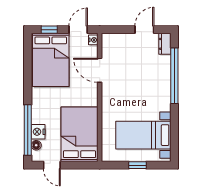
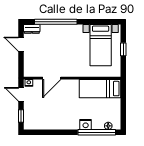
bed: (51, 60) -> (44, 115), removed
nightstand: (38, 132) -> (86, 124), moved
bed: (79, 134) -> (100, 89), width x0.67
door: (52, 165) -> (123, 114), removed

